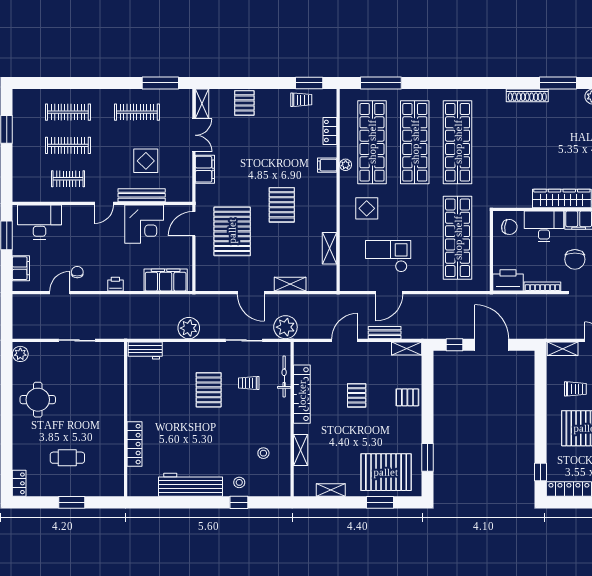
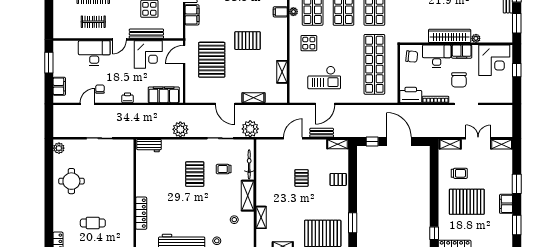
pallet: (282, 205) -> (247, 41), turned 90
desk: (39, 222) -> (94, 53), moved
checkout: (388, 256) -> (324, 78), turned 180
locker: (302, 394) -> (262, 177), removed
shelving: (282, 420) -> (248, 196), added

